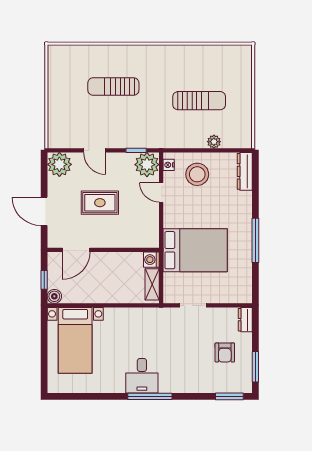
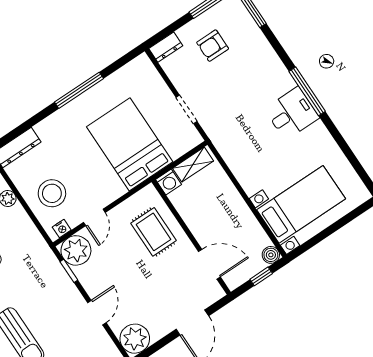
rug: (100, 203) -> (154, 232), moved
armchair: (225, 352) -> (213, 46), turned 180

